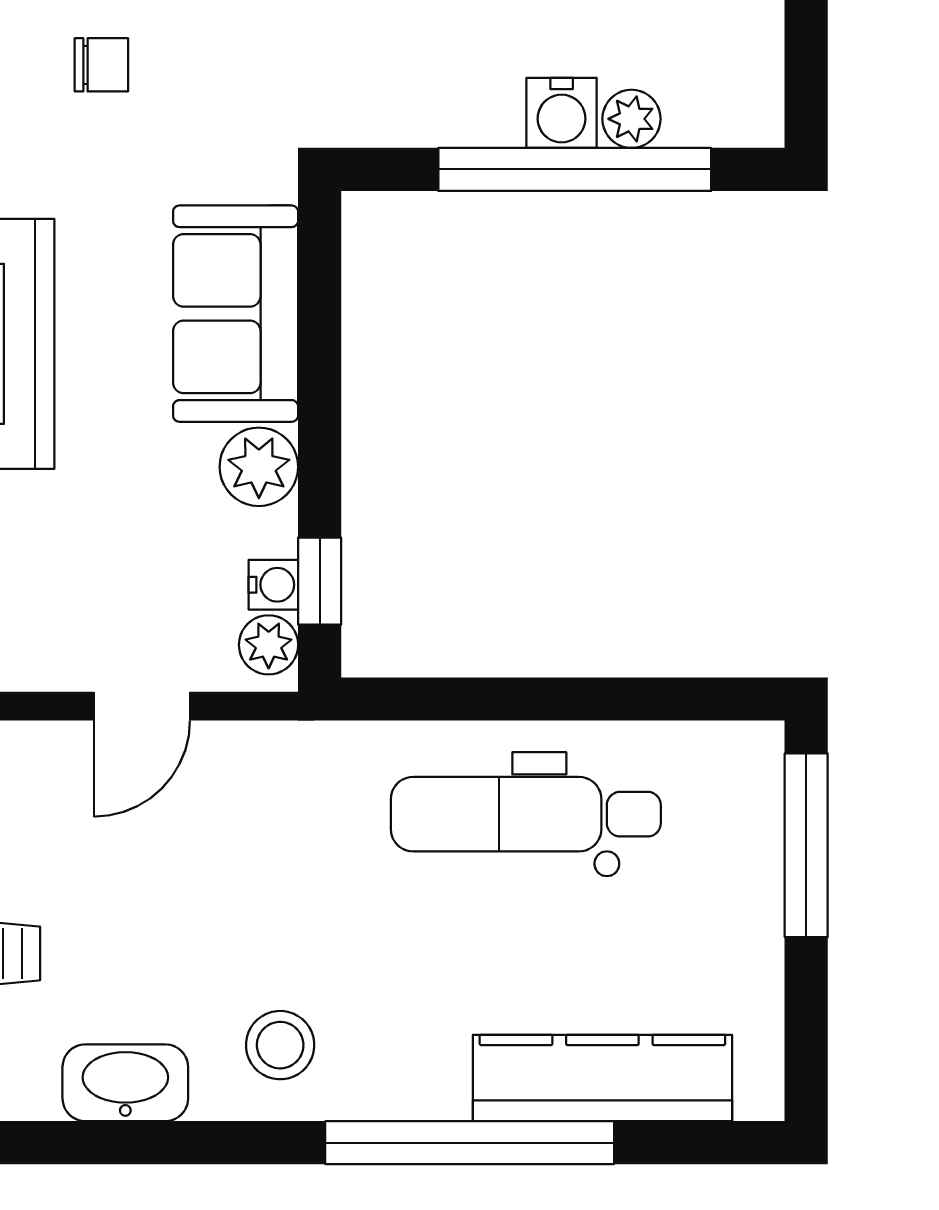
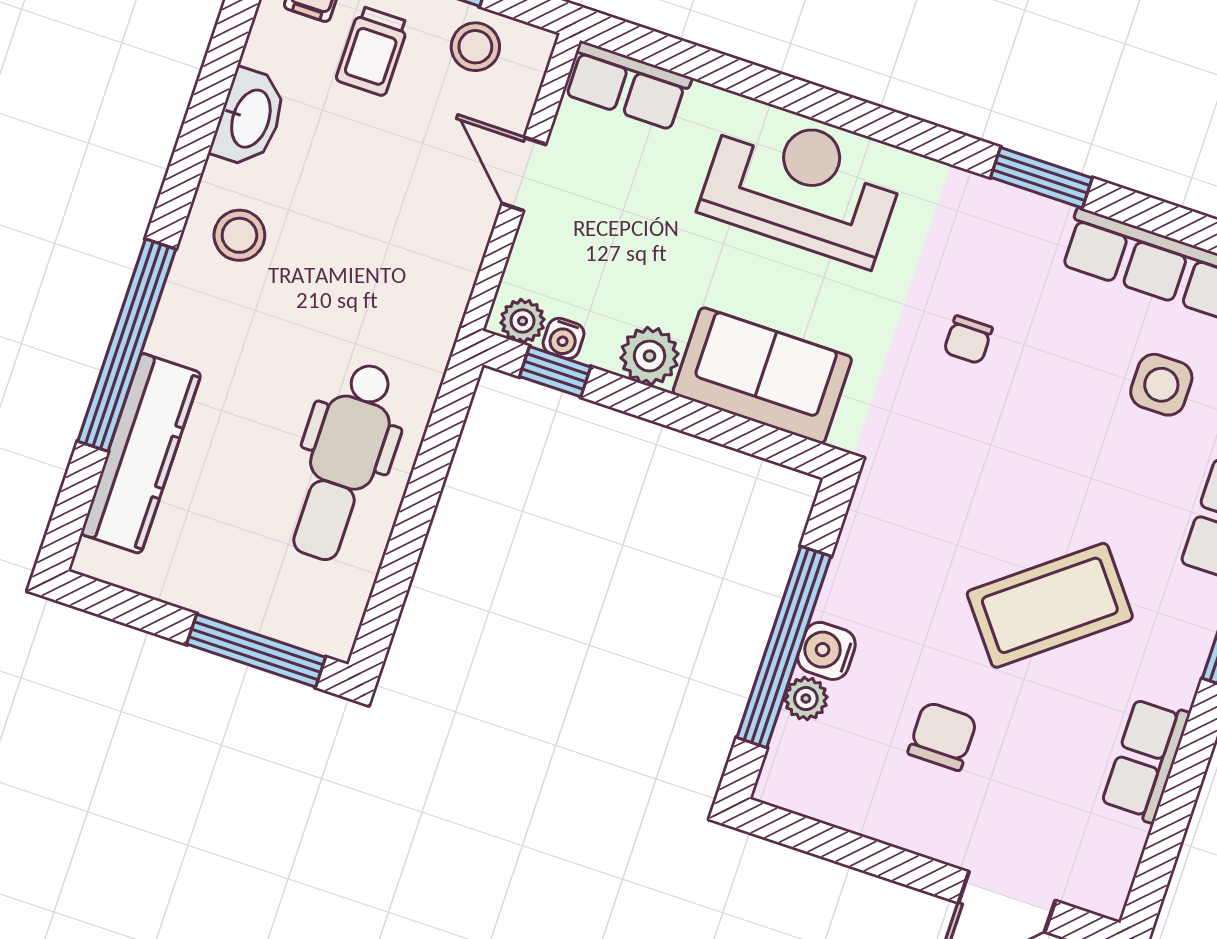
door: (142, 706) -> (524, 174), moved
dental chair: (526, 814) -> (344, 462), turned 180

